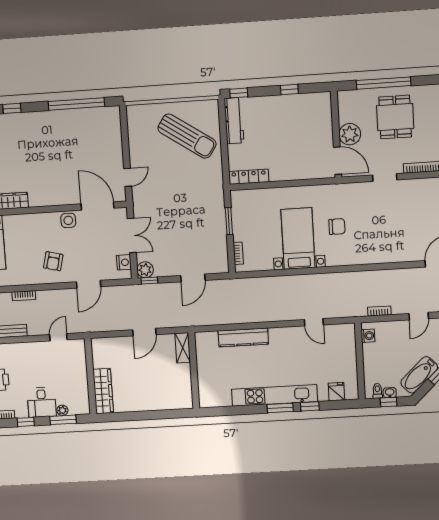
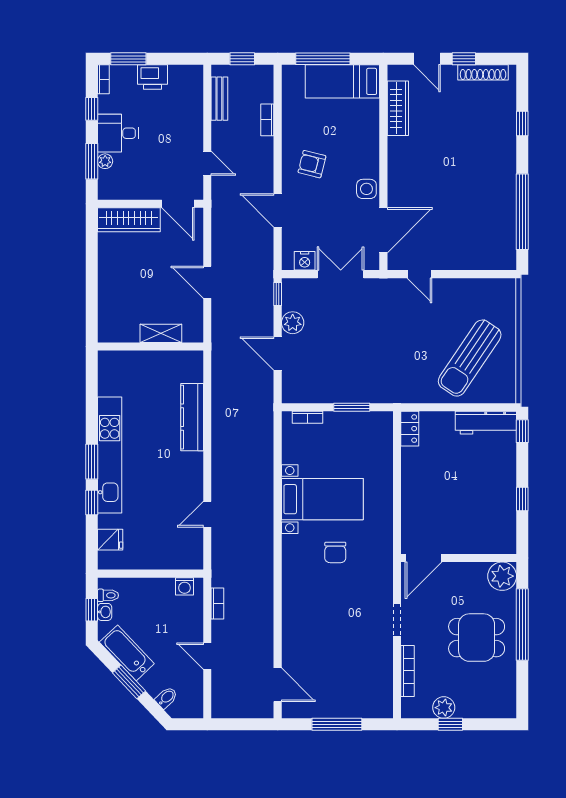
plant: (350, 134) -> (502, 576), moved
locker: (249, 177) -> (410, 429), width x0.66
double door: (132, 235) -> (341, 274), swing flipped
plant: (145, 270) -> (293, 323), moved
shelving: (183, 348) -> (161, 333), moved
door: (89, 357) -> (178, 204), added

